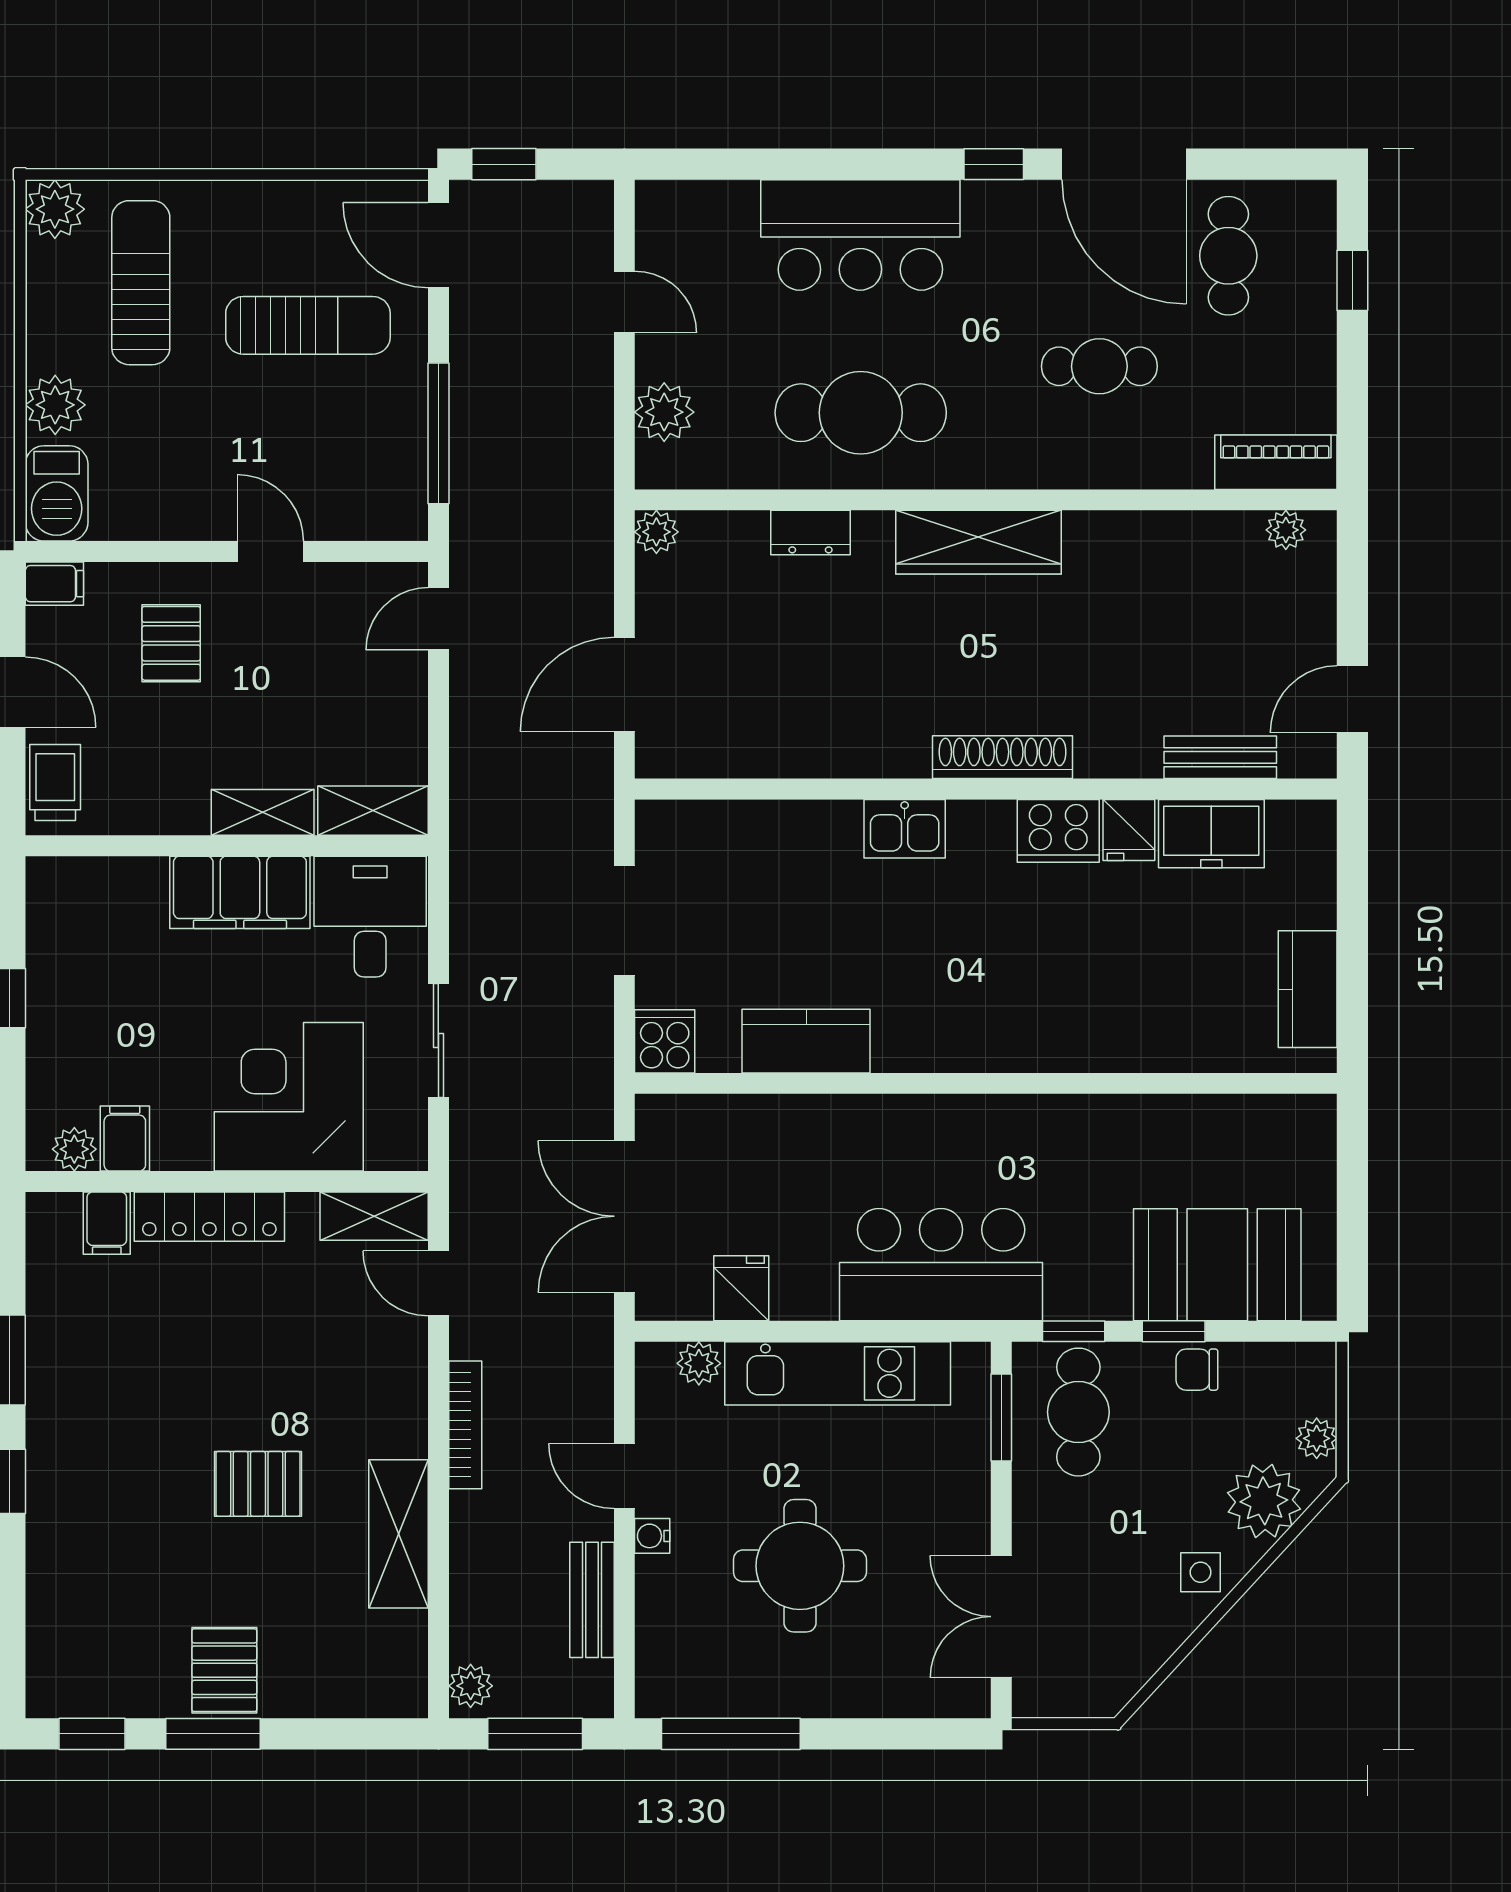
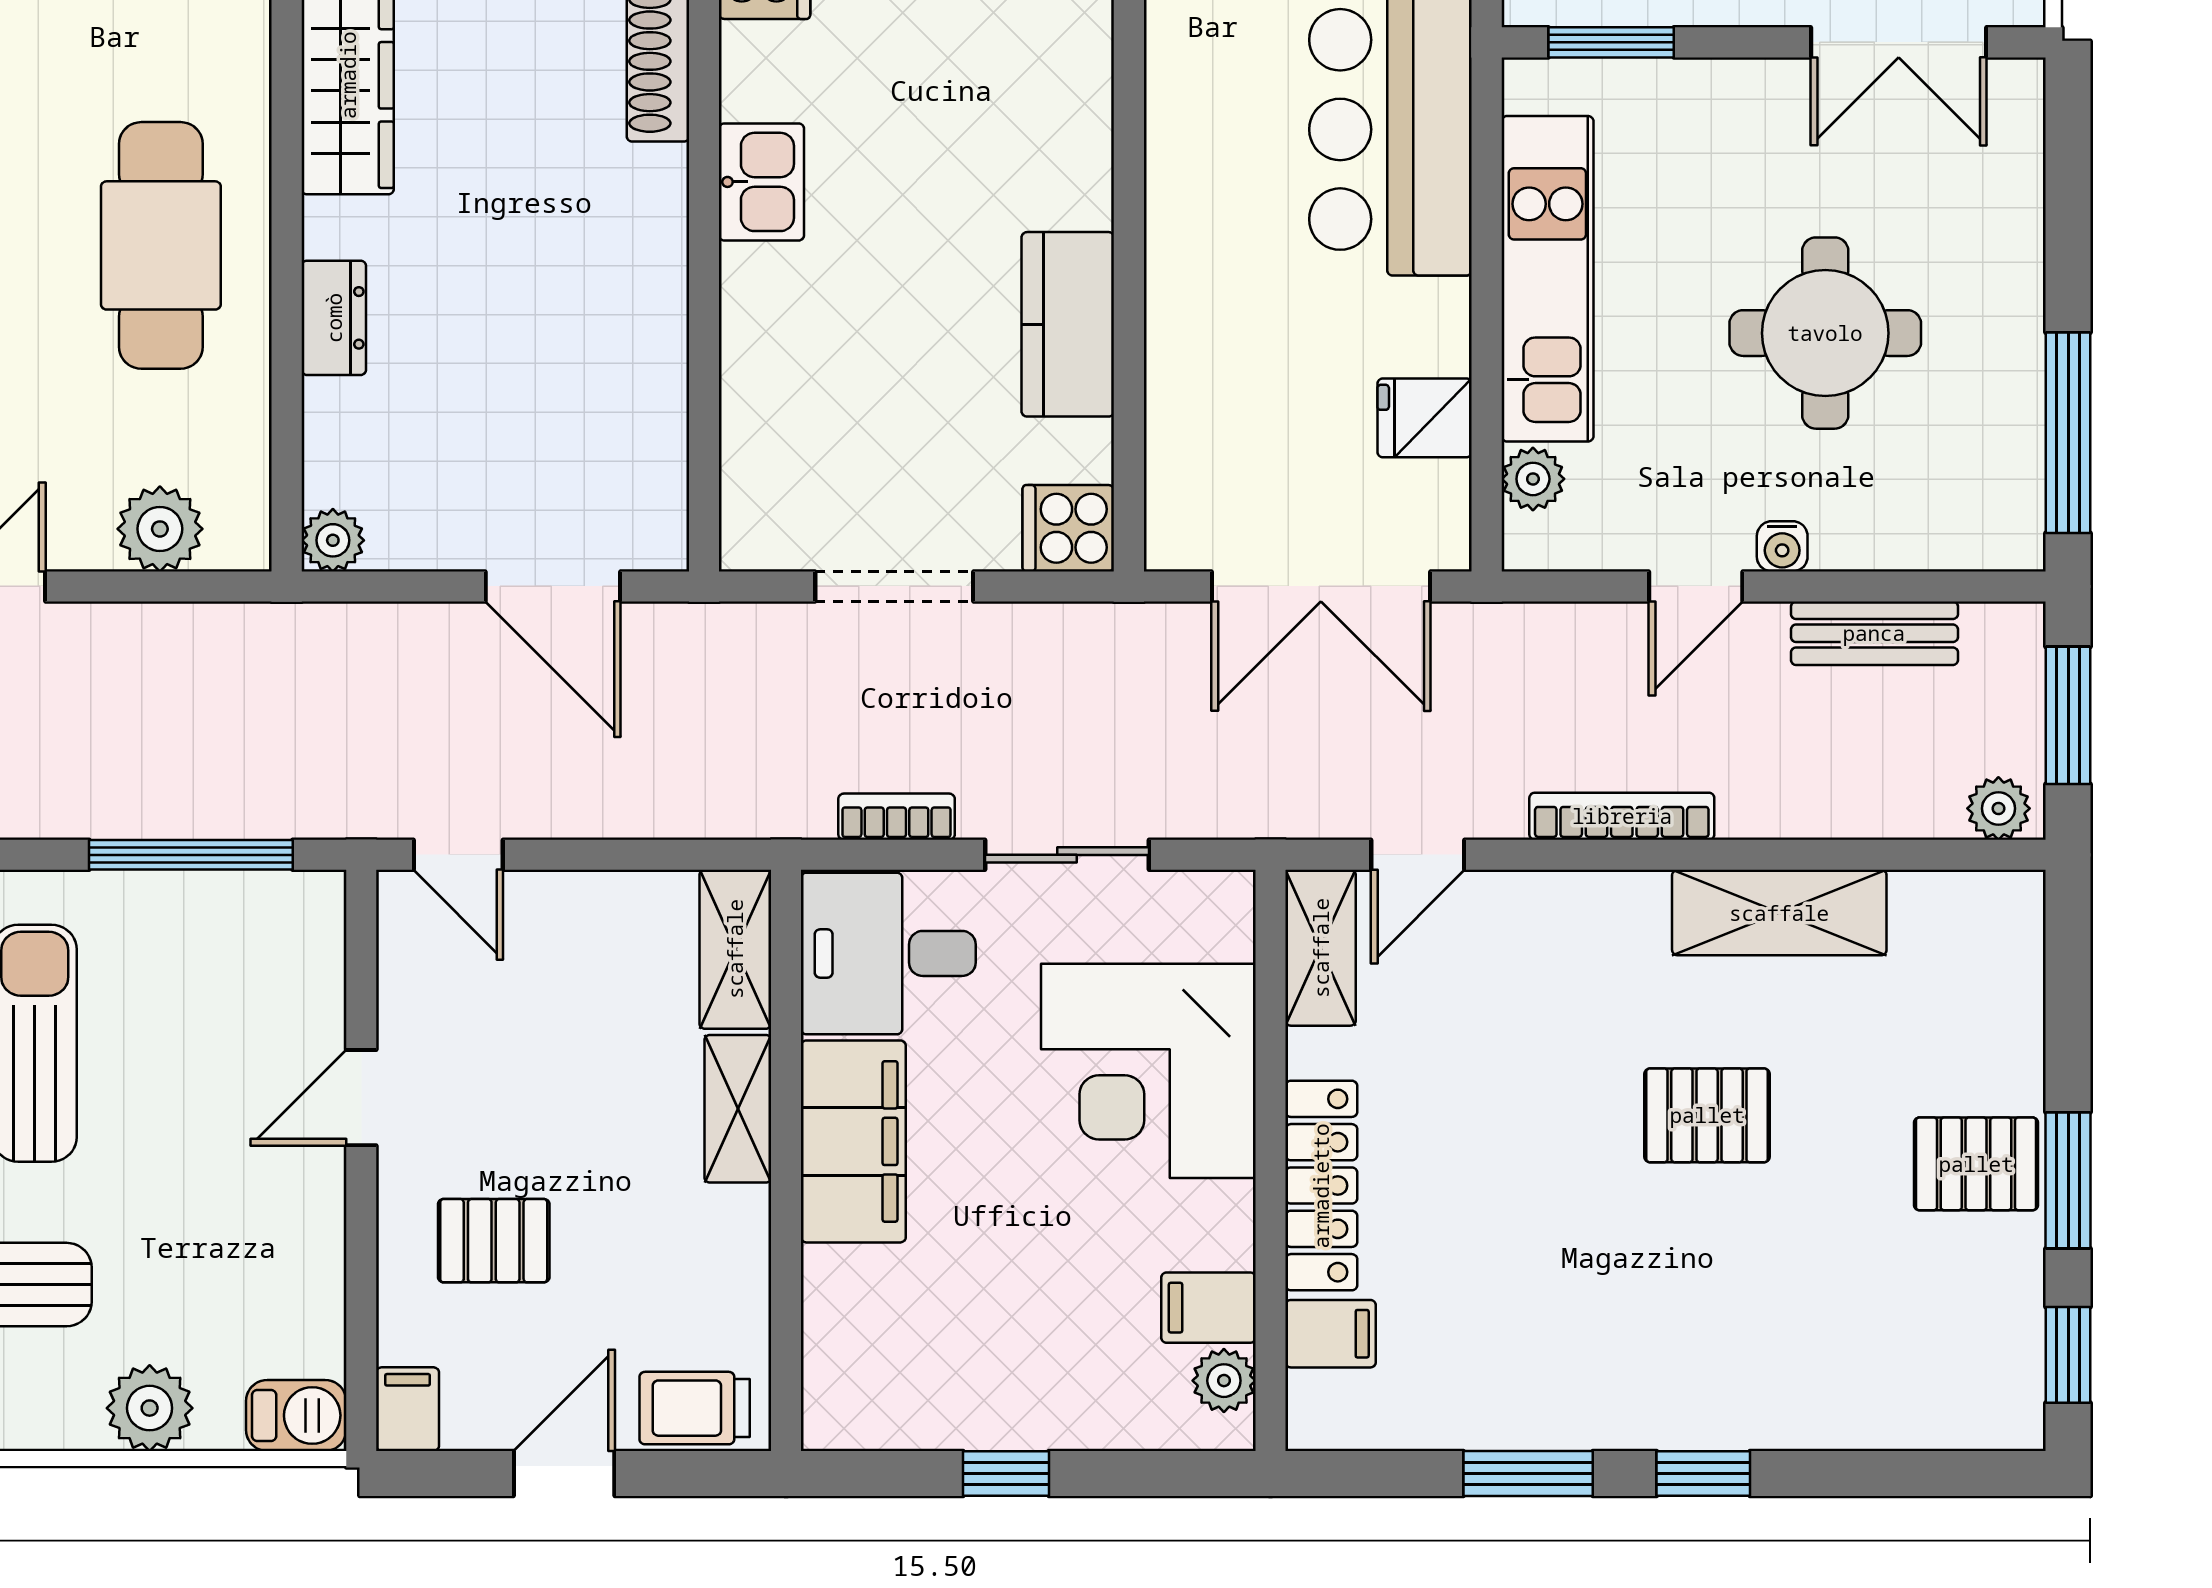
barbecue: (57, 493) -> (296, 1415), width x0.73, depth x0.79
bookcase: (465, 922) -> (897, 817), added
pallet: (258, 1484) -> (1707, 1115), turned 90

